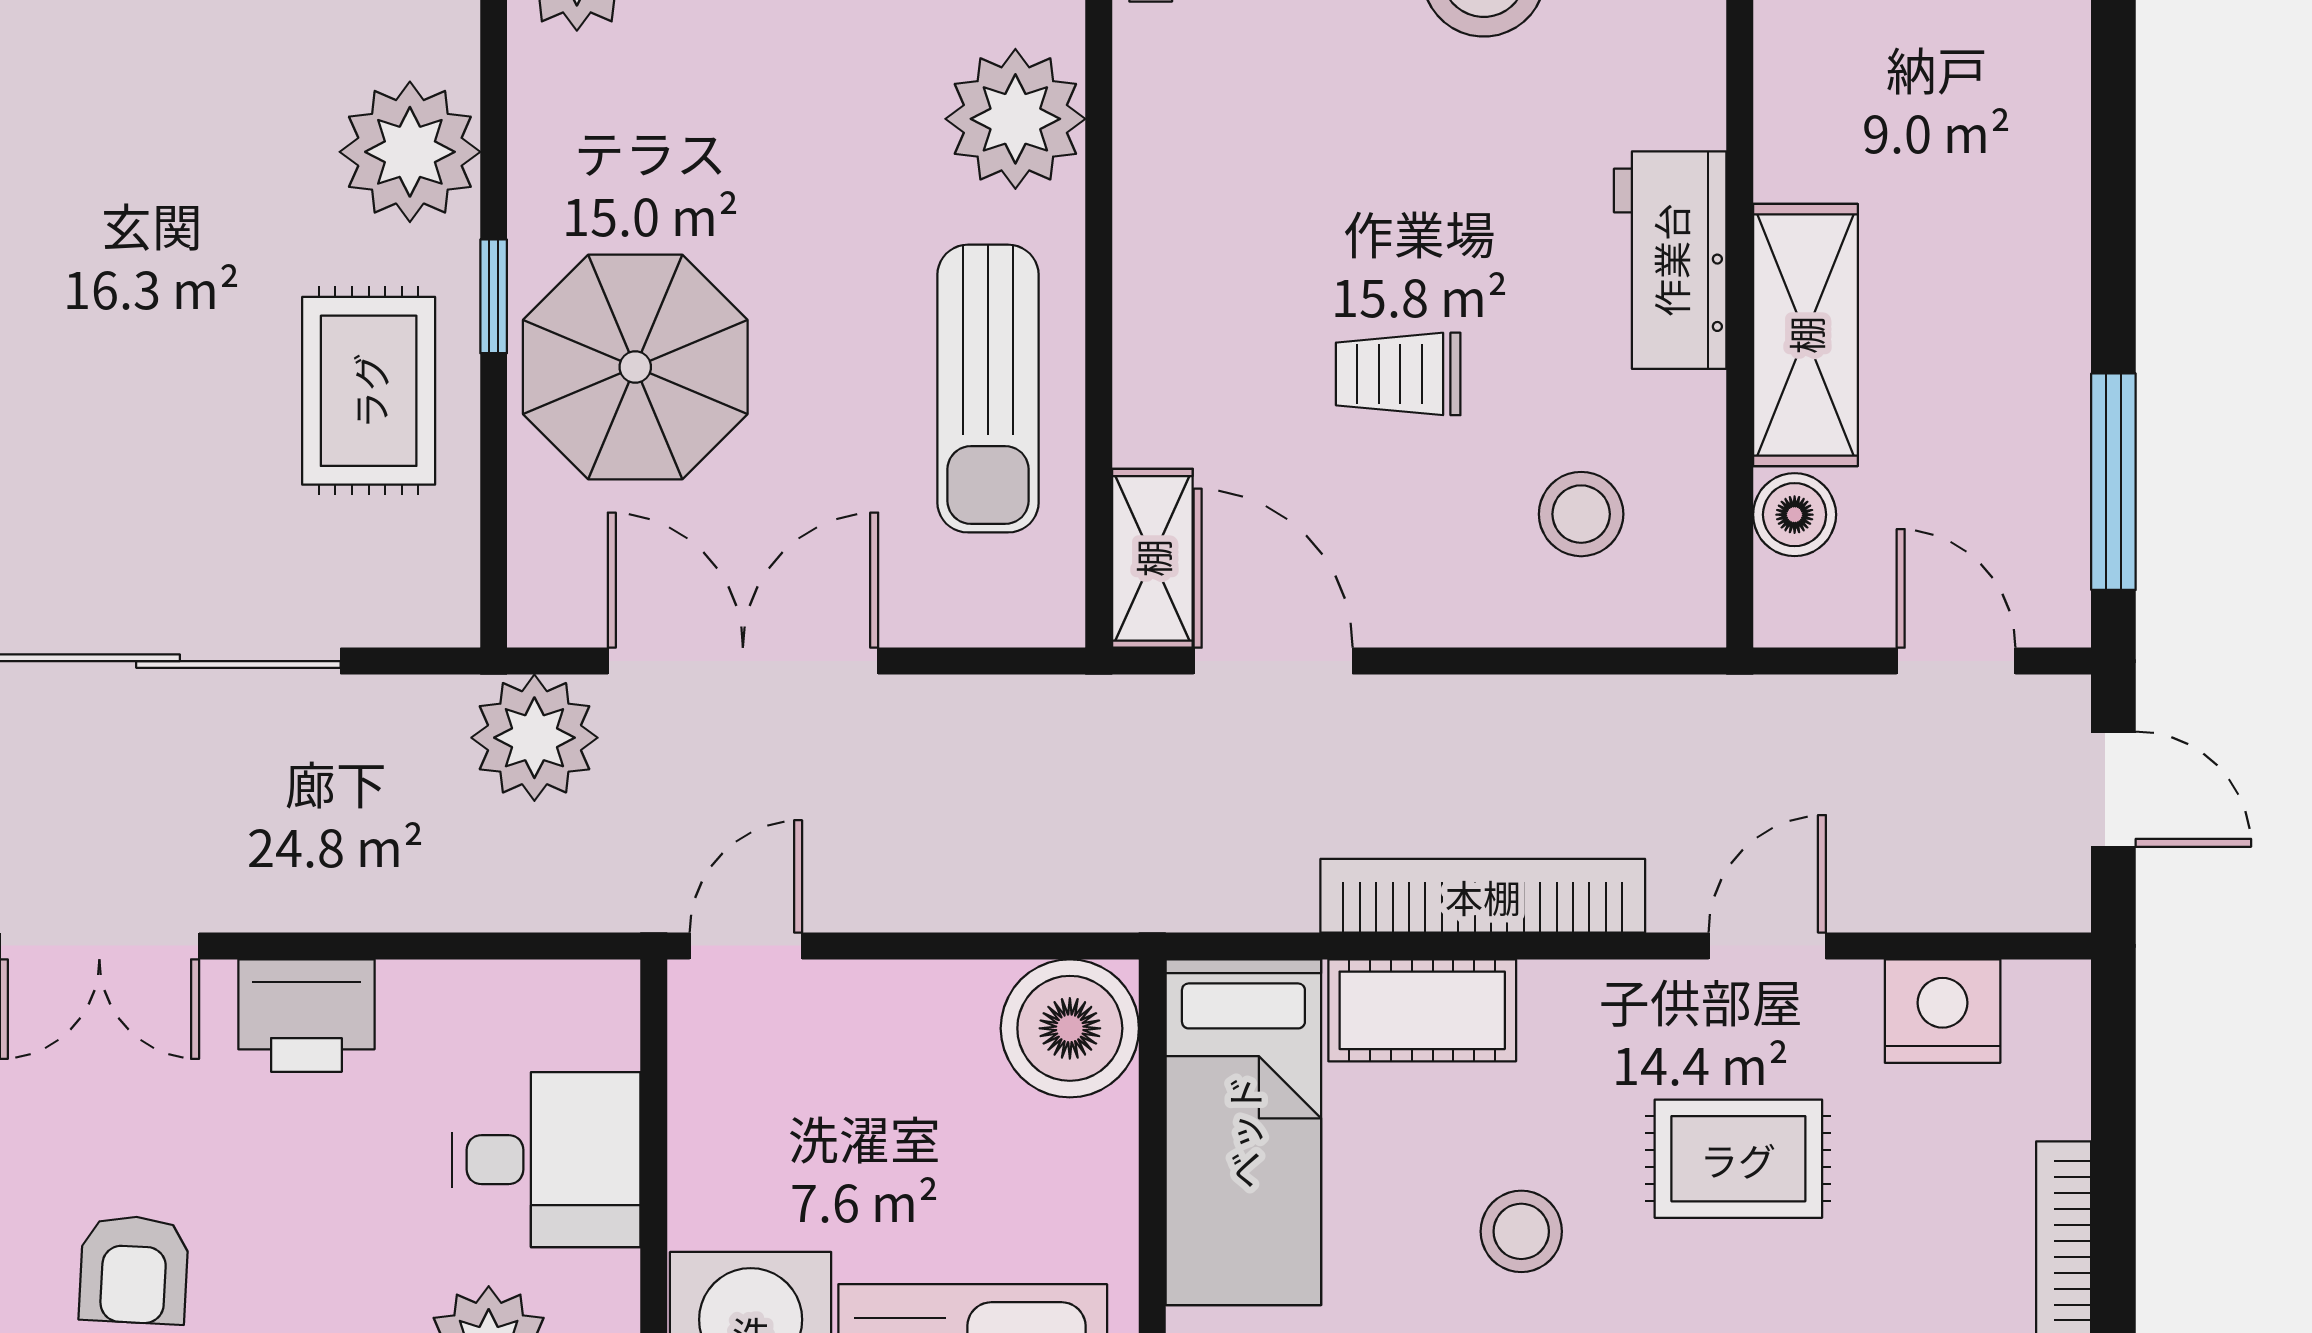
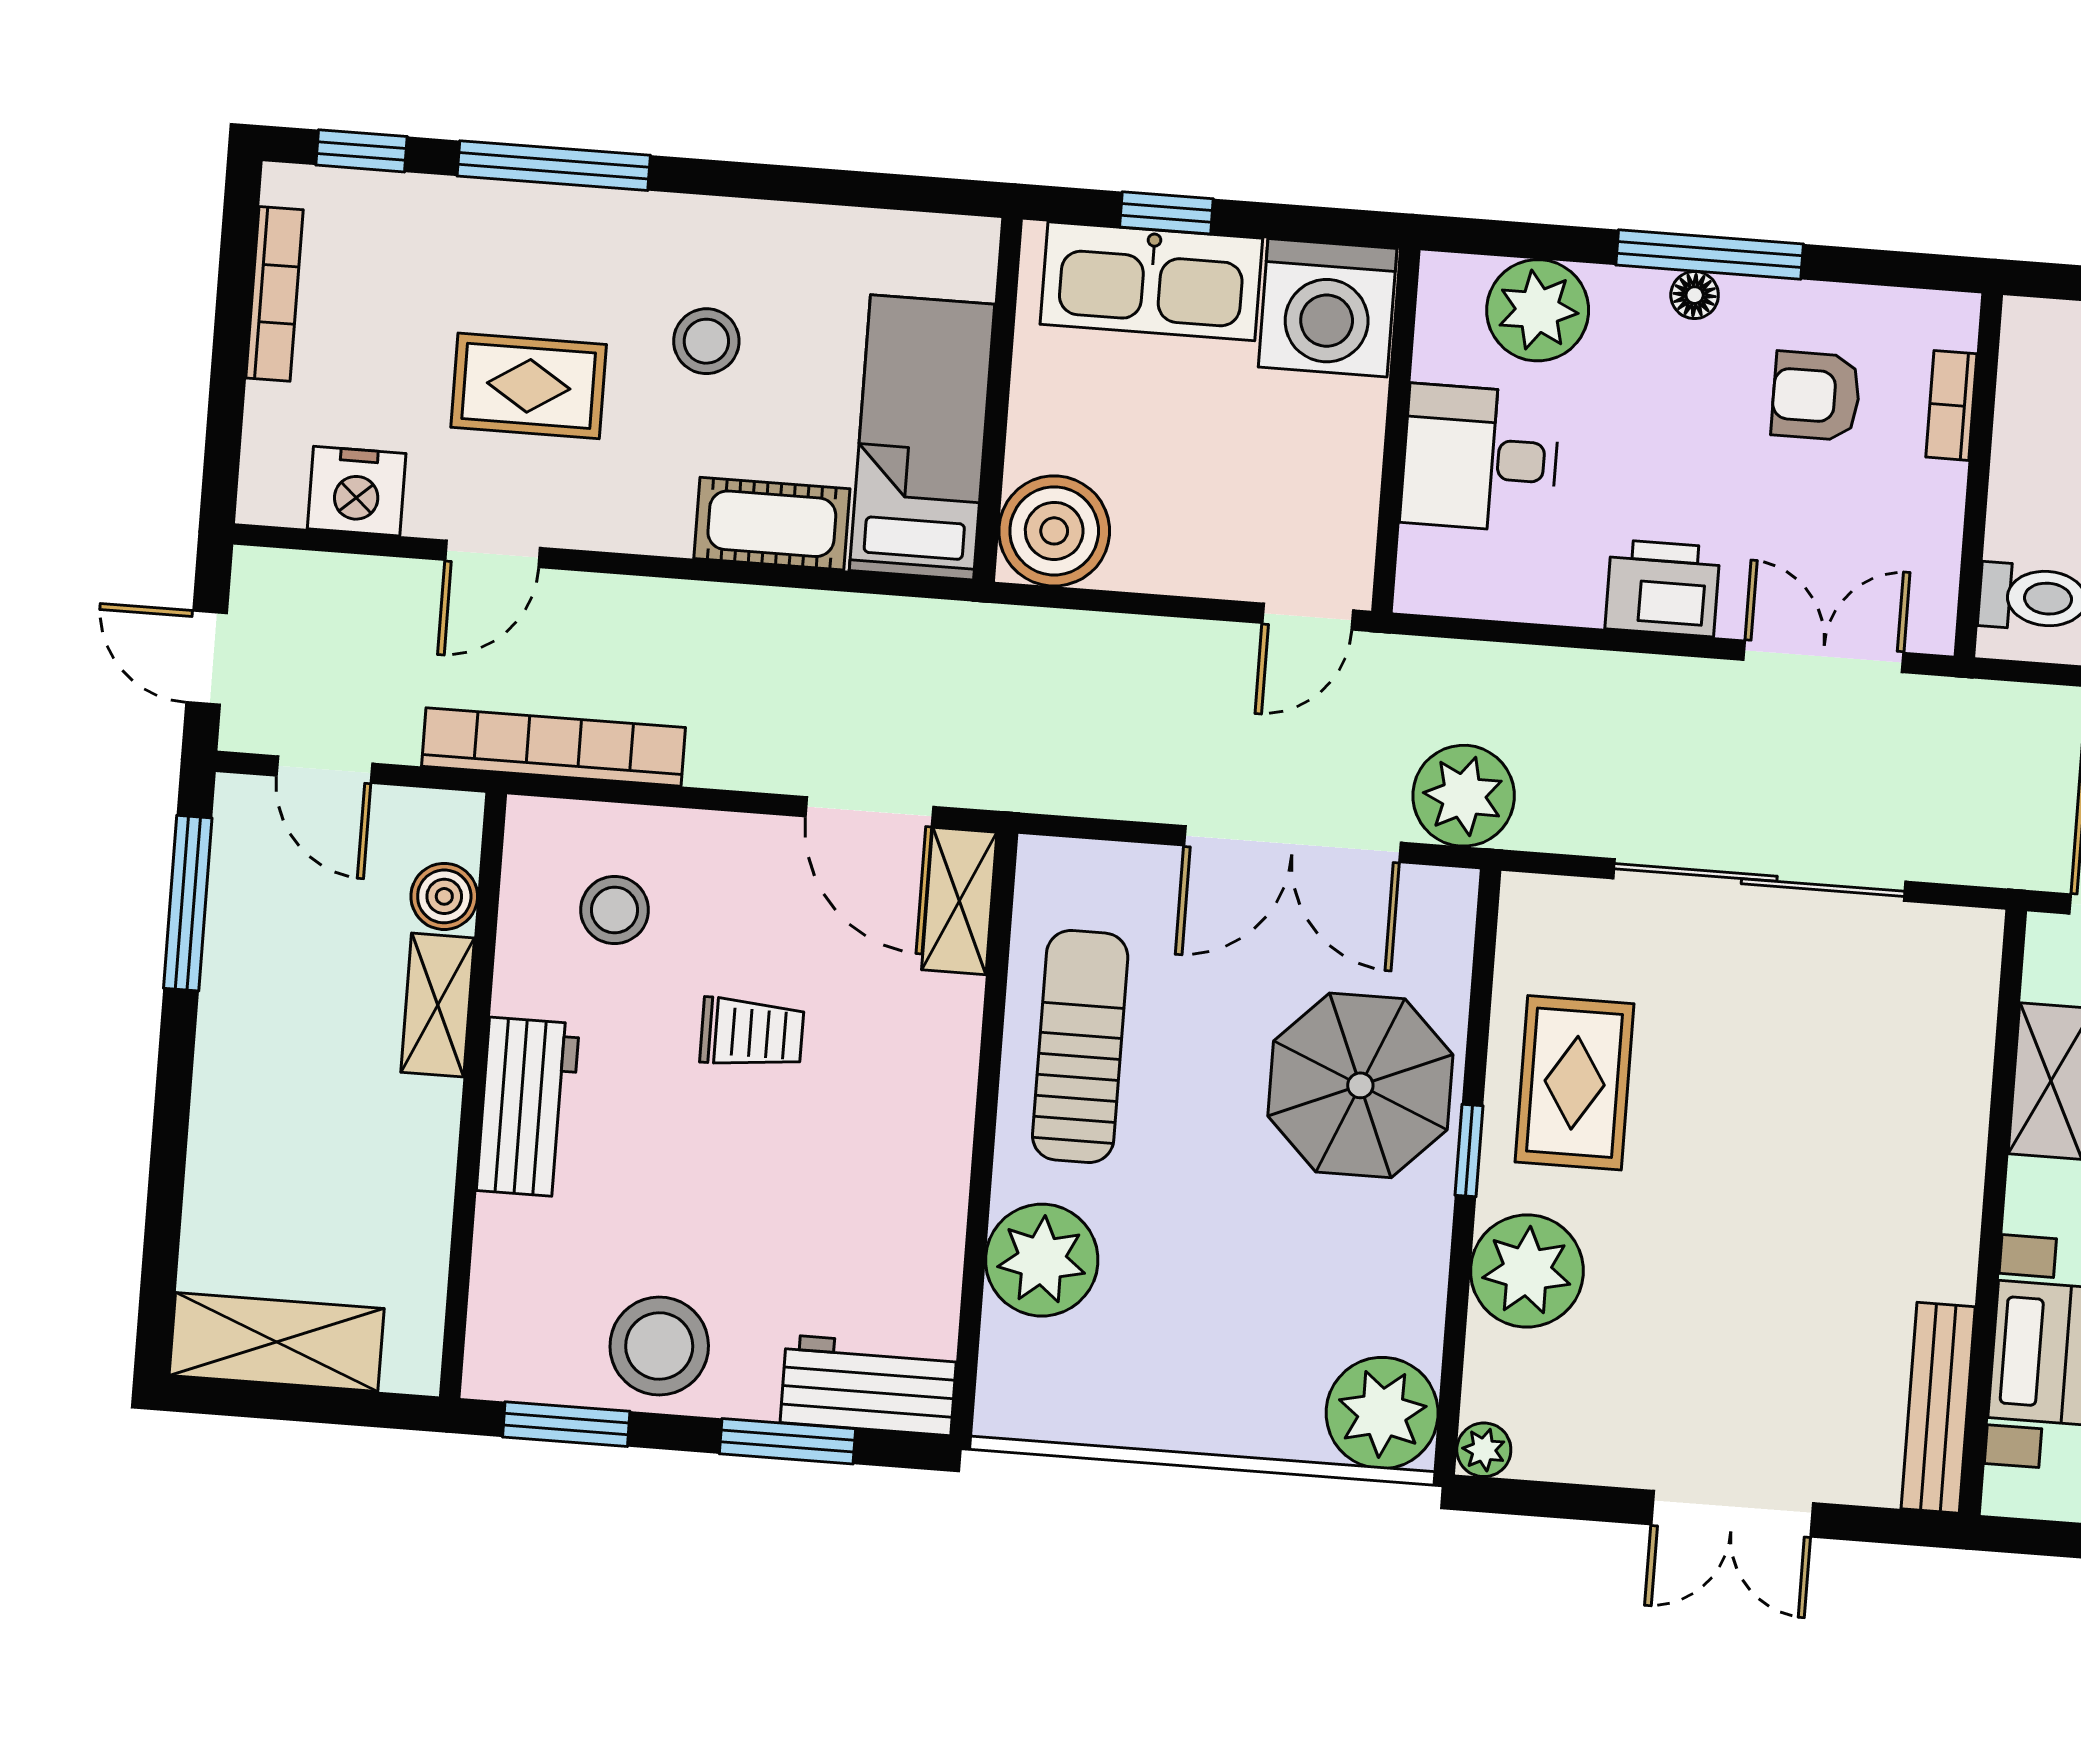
shelving: (1805, 335) -> (438, 1005), width x0.67, depth x0.75
bookcase: (1483, 896) -> (554, 747), moved, turned 180
armchair: (134, 1270) -> (1816, 396), turned -93

